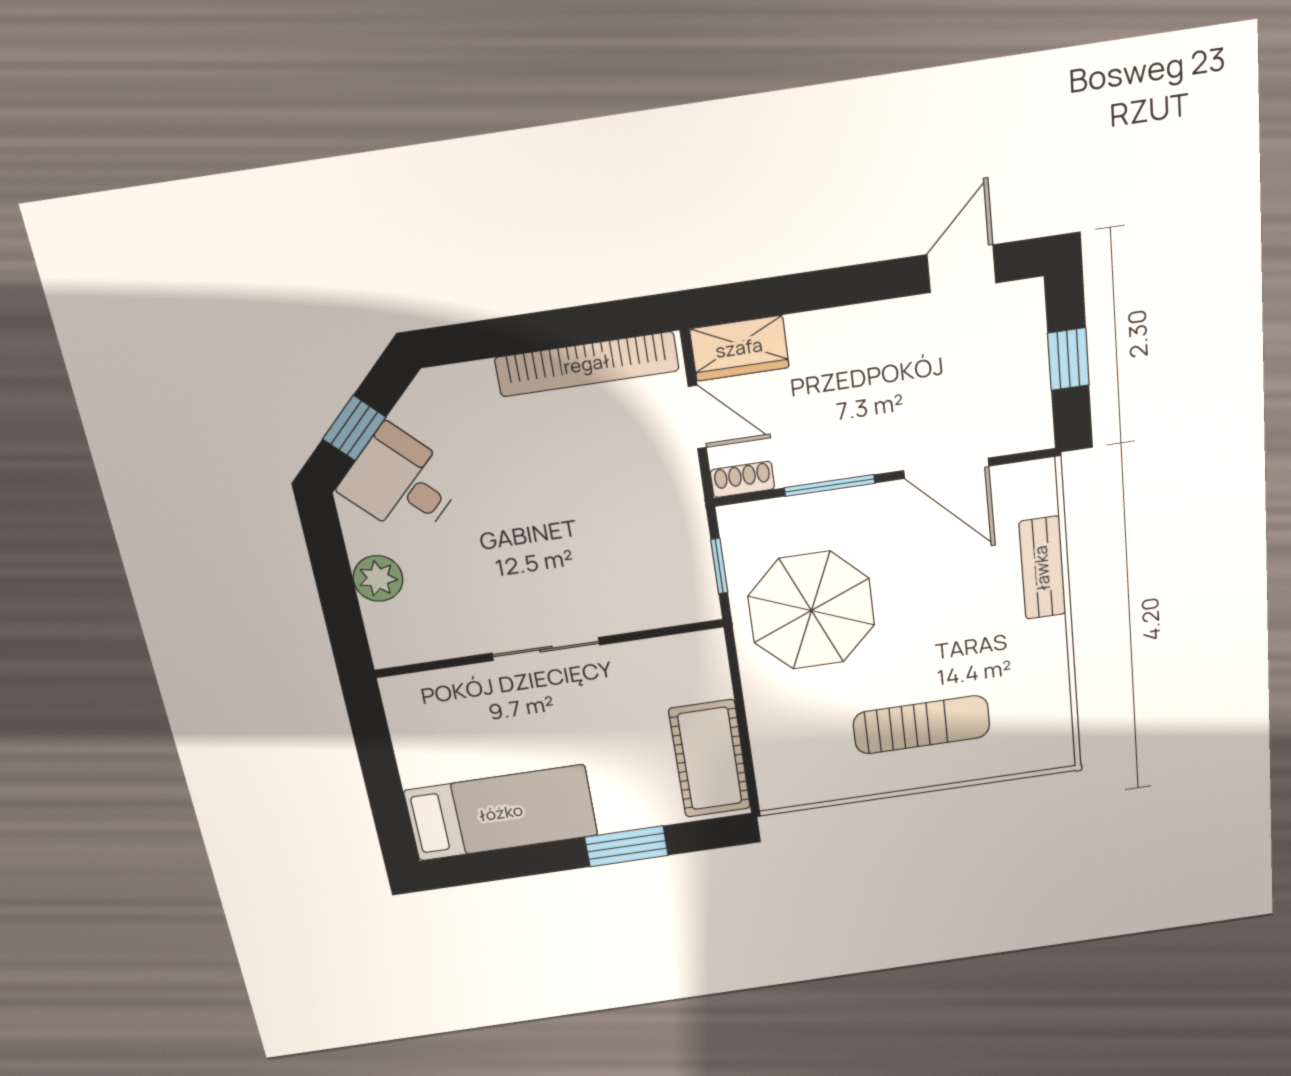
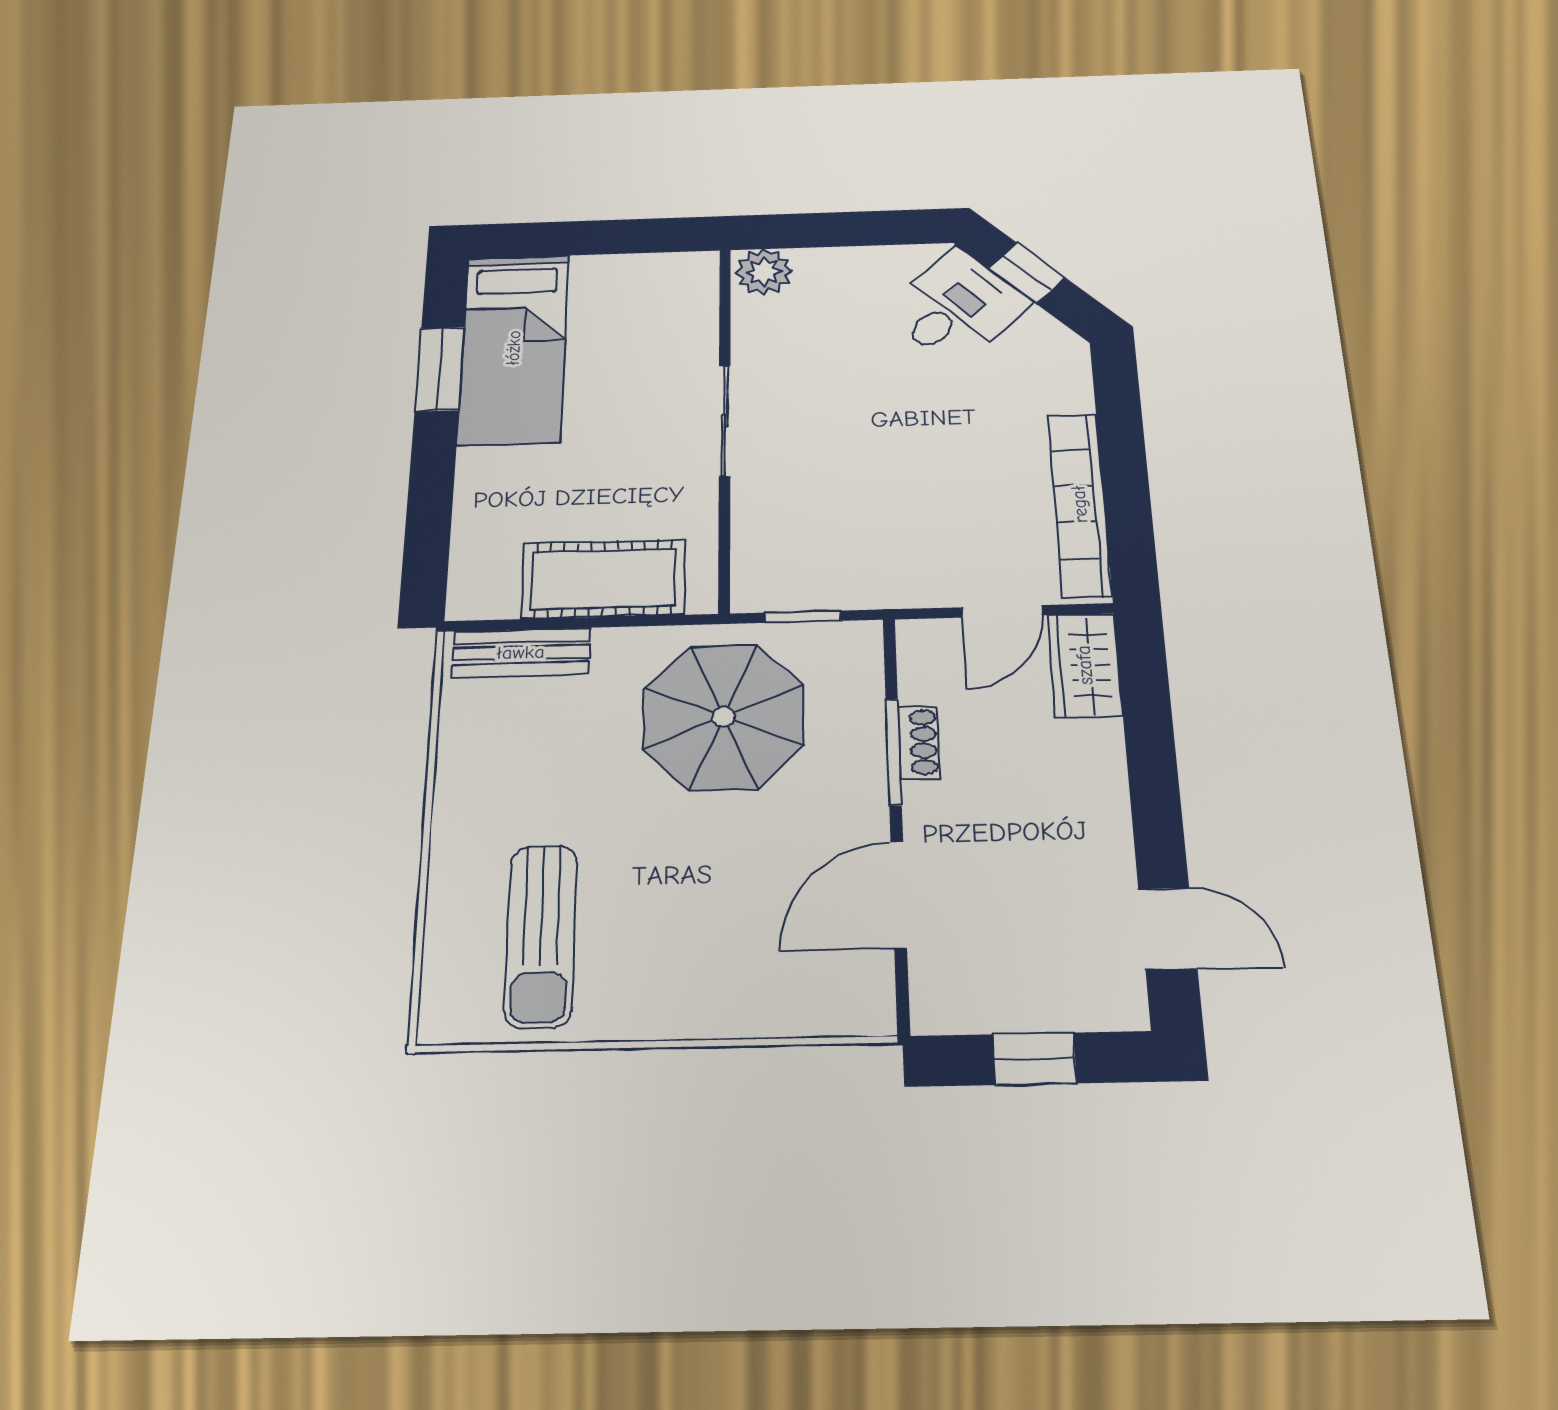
shoe rack: (742, 479) -> (919, 742), moved
bench: (1042, 568) -> (521, 653), moved
plant: (378, 578) -> (764, 272), moved
sun lounger: (921, 725) -> (541, 935), moved
cot: (710, 759) -> (604, 579), moved
window: (626, 846) -> (440, 369), moved

